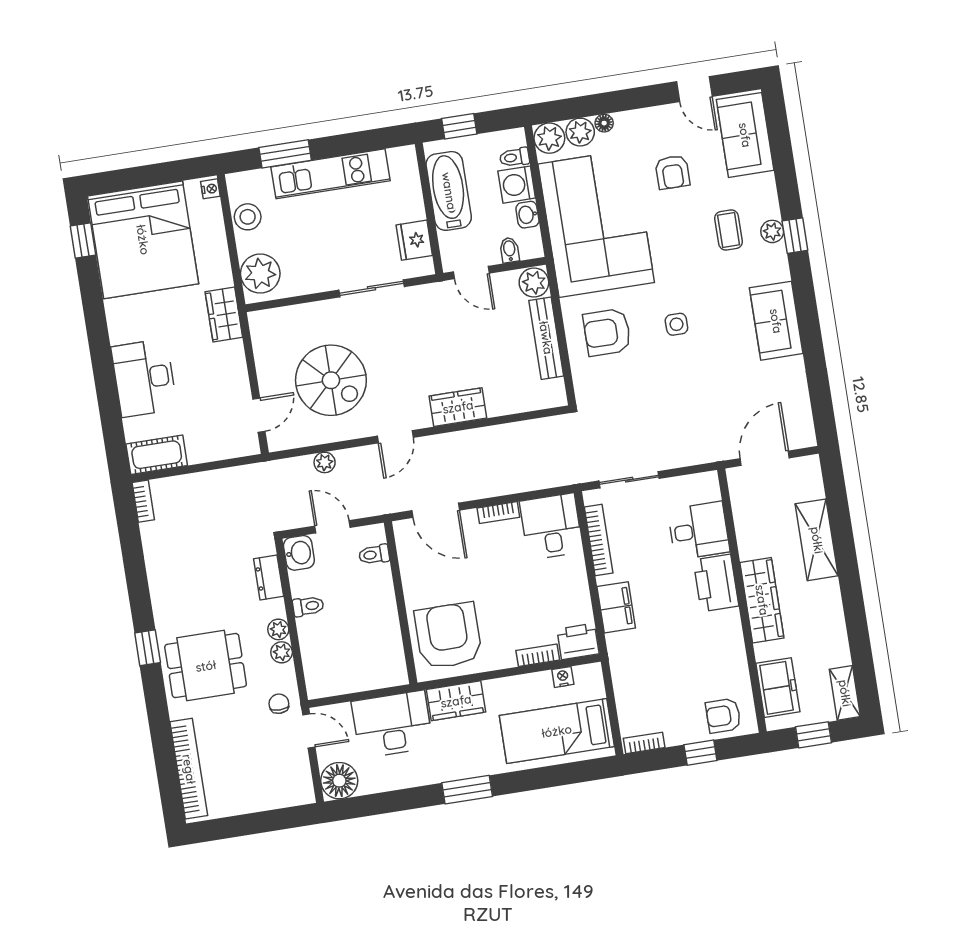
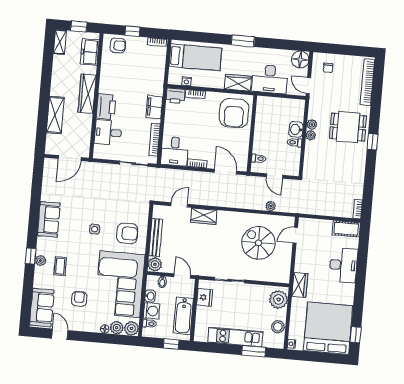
door: (395, 437) -> (179, 205), moved
washbasin: (299, 553) -> (296, 129), moved
dresser: (269, 578) -> (309, 160), removed
chair: (279, 704) -> (328, 68), moved

